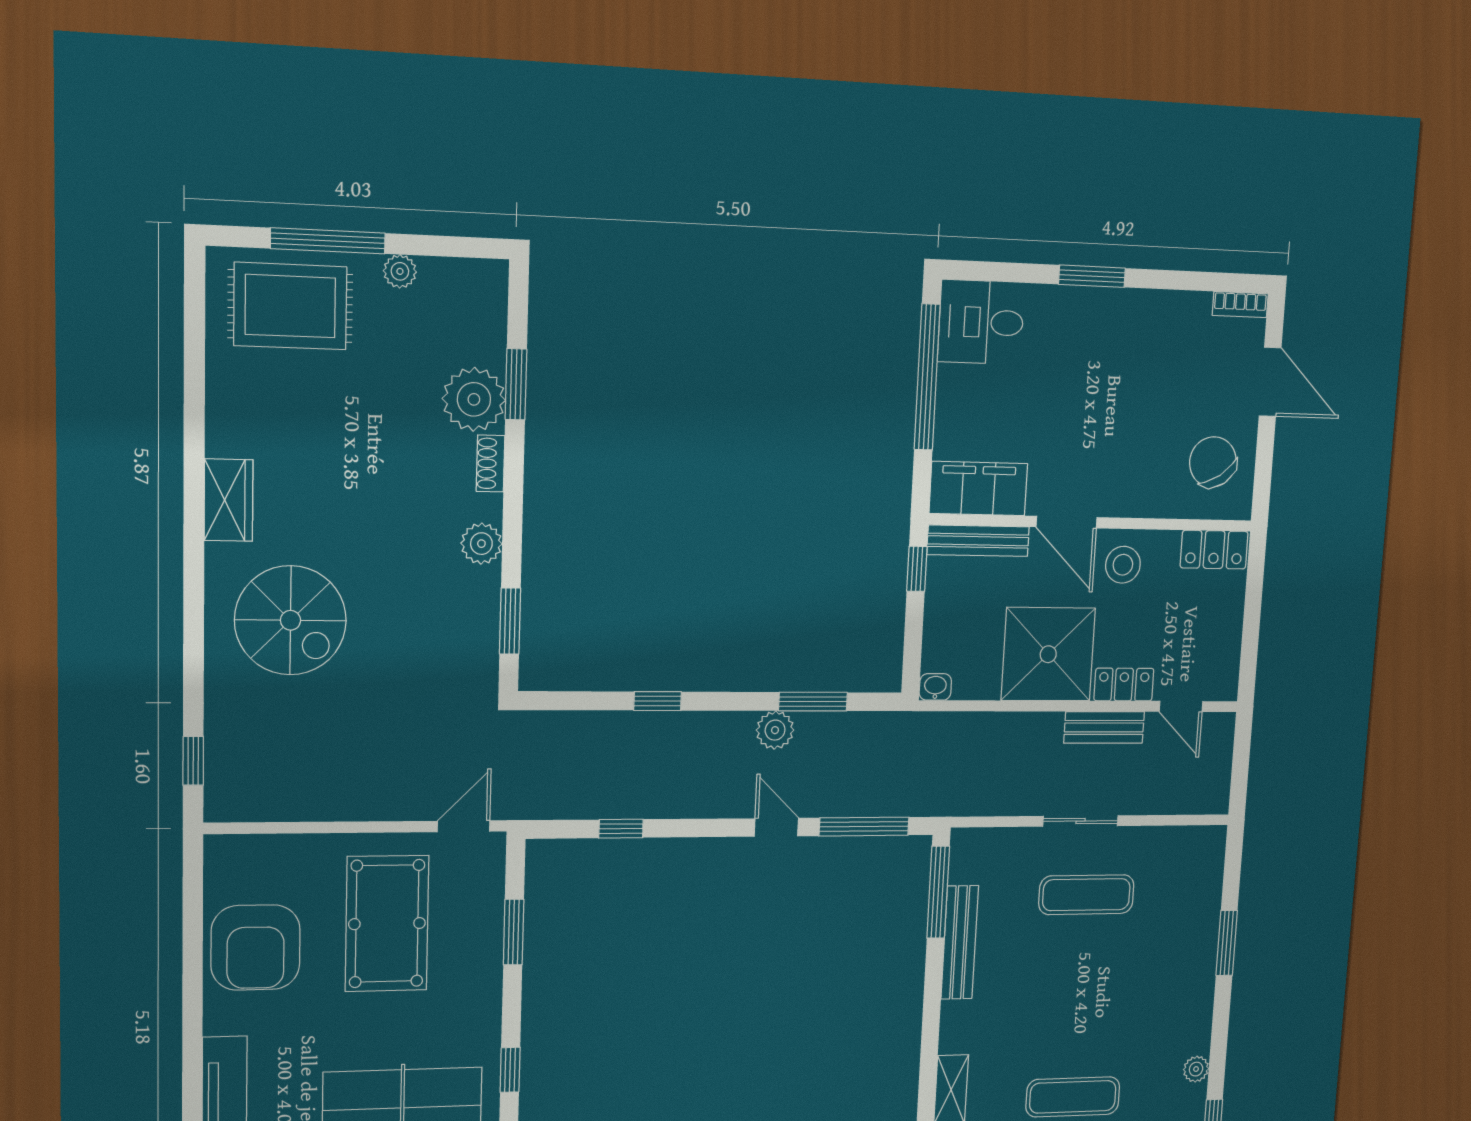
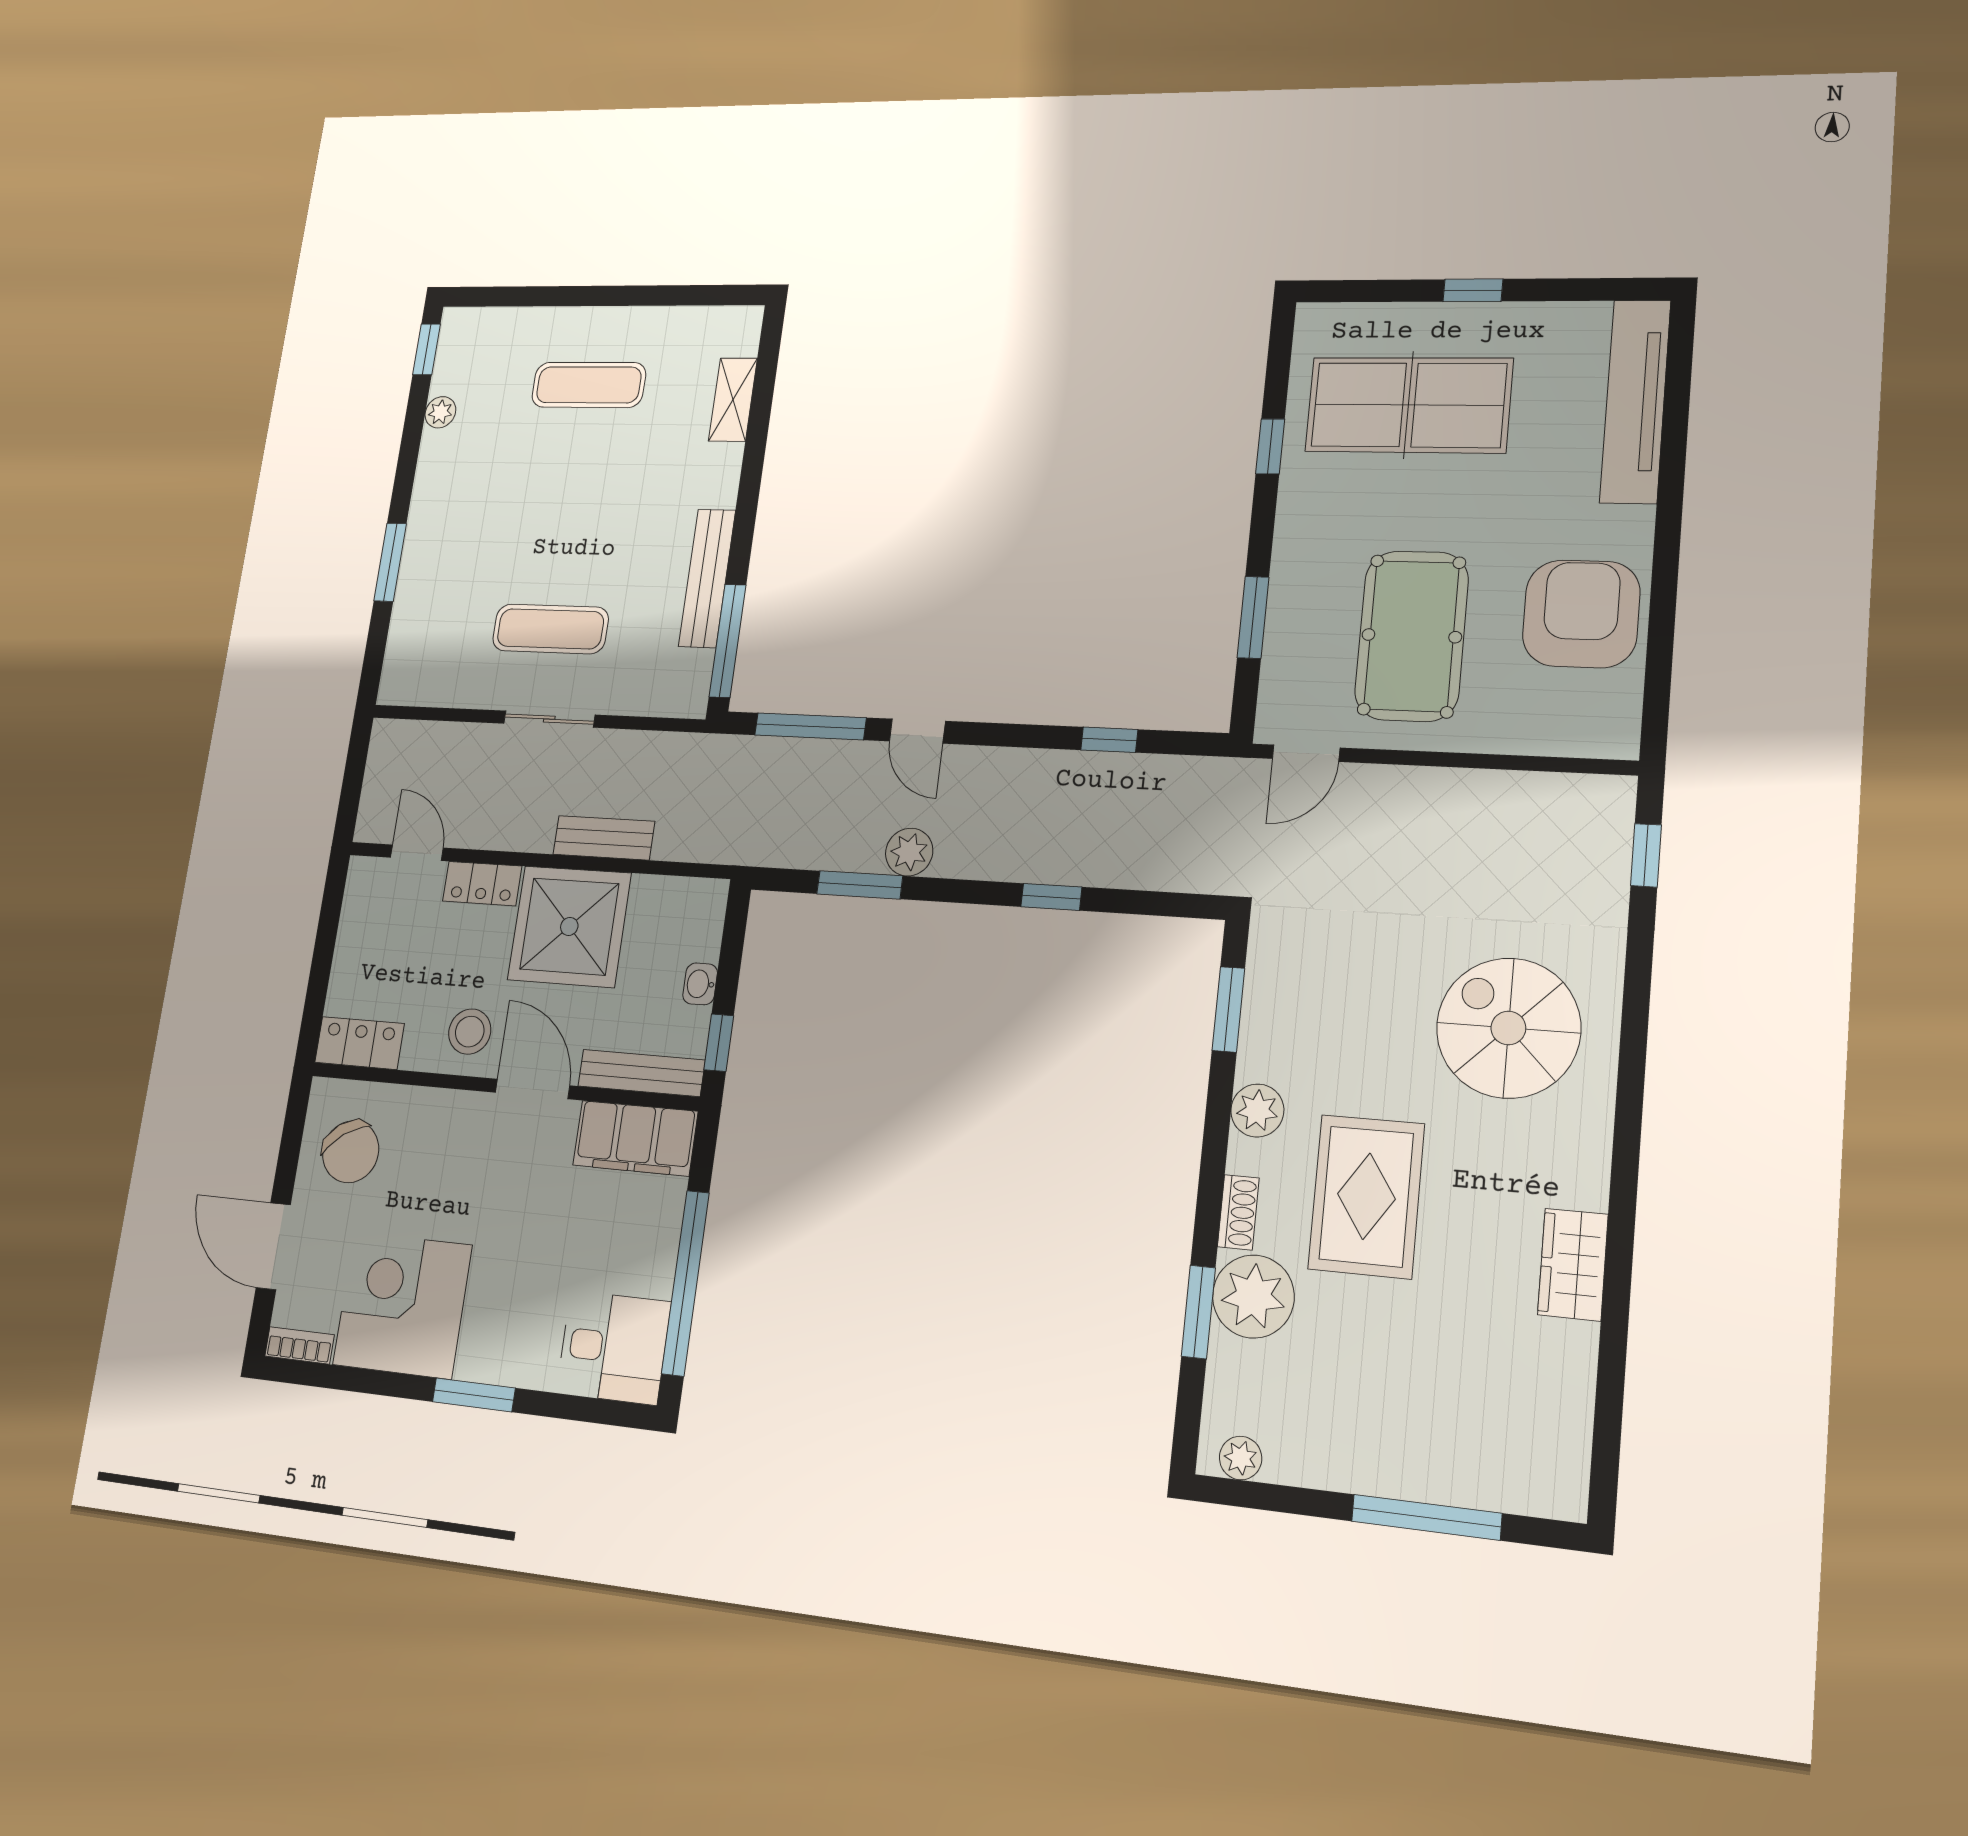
plant: (400, 271) -> (1241, 1458), moved
rug: (290, 306) -> (1366, 1196), moved, turned 90
corner desk: (1158, 343) -> (402, 1305), added
wardrobe: (229, 500) -> (1573, 1265), moved
washbasin: (935, 687) -> (700, 984), moved, turned 90
bench: (1104, 727) -> (604, 838), moved

